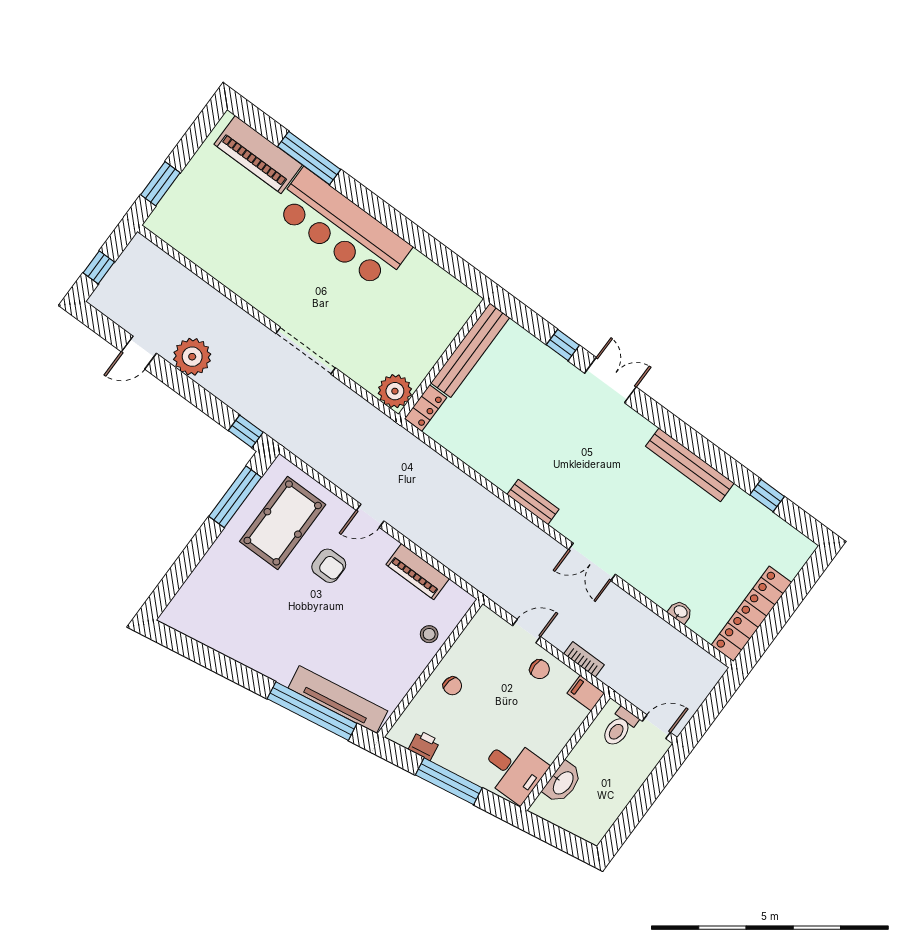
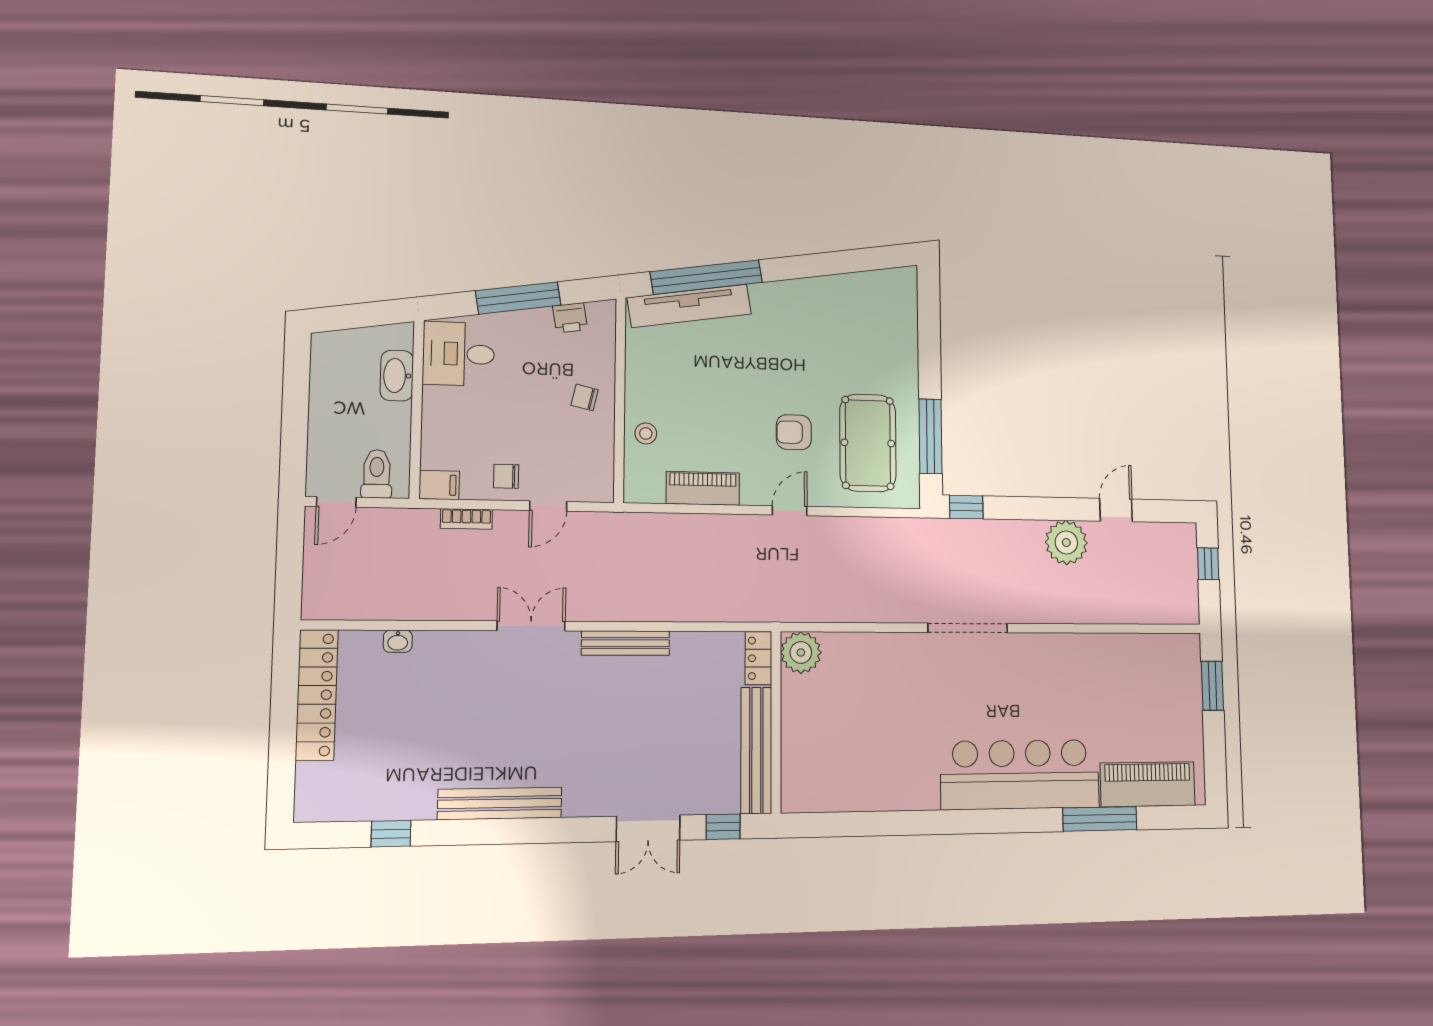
bench: (470, 350) -> (756, 750), moved
wall: (444, 359) -> (776, 722), moved
plant: (395, 391) -> (801, 652), moved
locker: (426, 408) -> (758, 658), moved
bench: (533, 502) -> (626, 643), width x1.36

